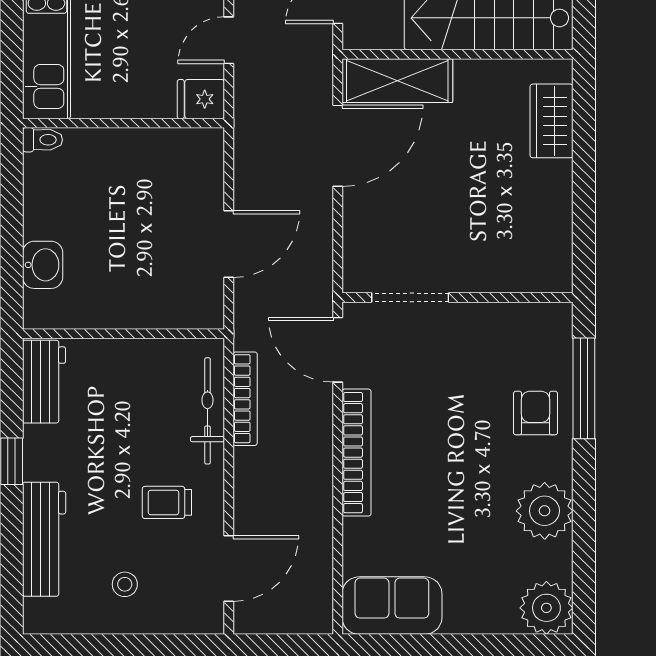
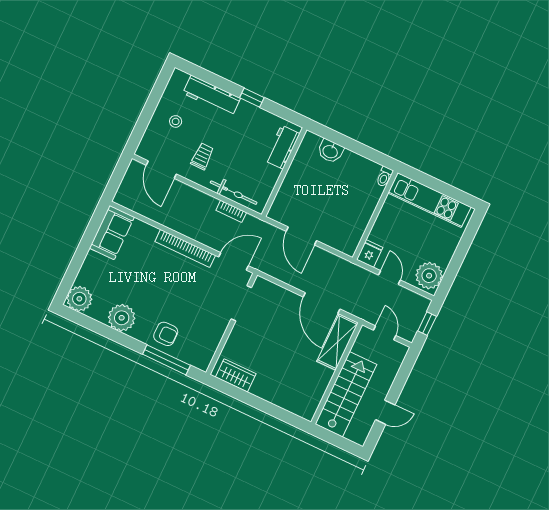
wardrobe: (552, 121) -> (236, 375), moved
workbench: (44, 382) -> (282, 147), moved, turned 90
bookcase: (245, 399) -> (231, 211), width x0.64

